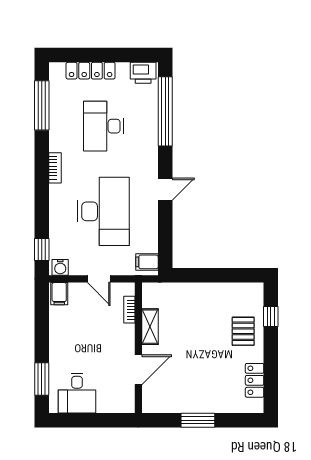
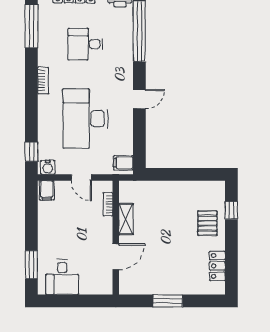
desk: (103, 126) -> (85, 44), width x0.73
desk: (103, 211) -> (85, 119), turned 180

